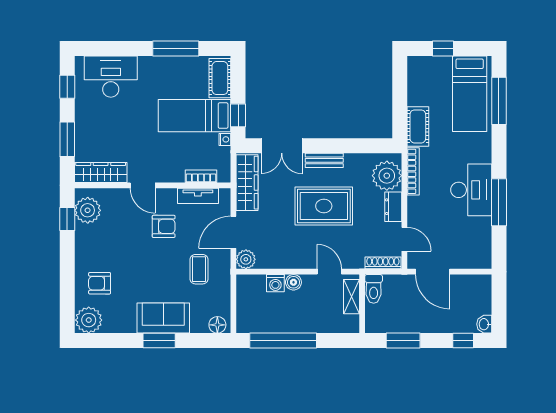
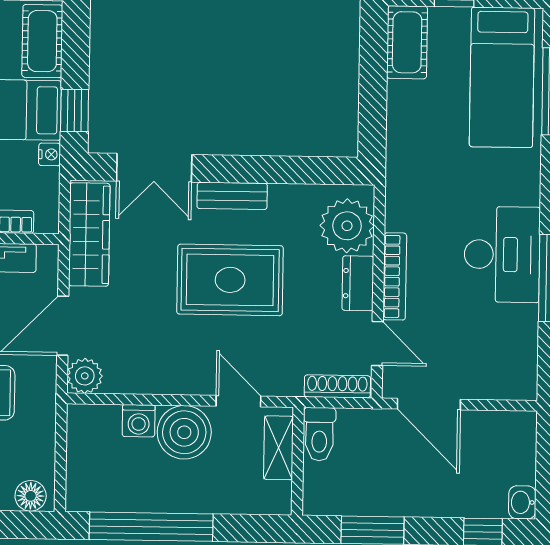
cot: (418, 126) -> (407, 42), moved
bookcase: (413, 171) -> (395, 276), moved
boiler: (293, 282) -> (184, 432), width x1.86, depth x1.86

